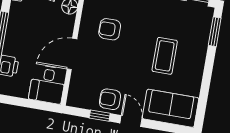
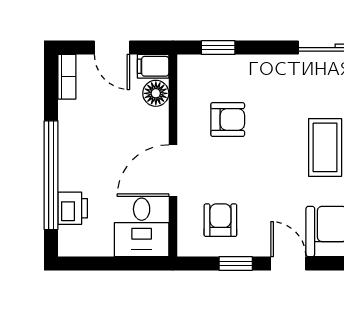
armchair: (110, 29) -> (228, 120), turned 180
armchair: (110, 99) -> (220, 220), moved, turned 90

